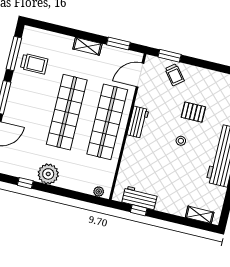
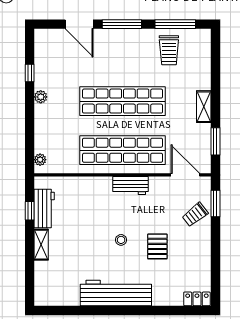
plant: (48, 174) -> (41, 97), width x0.53, depth x0.53
shelving: (200, 215) -> (41, 245), moved

